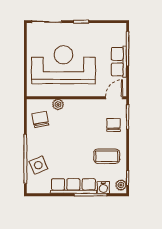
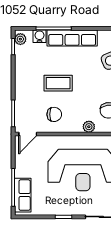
row of seats: (119, 62) -> (23, 195), moved
chair: (114, 125) -> (54, 114), moved, turned -90
coffee table: (107, 156) -> (58, 83), moved

